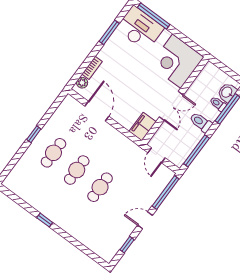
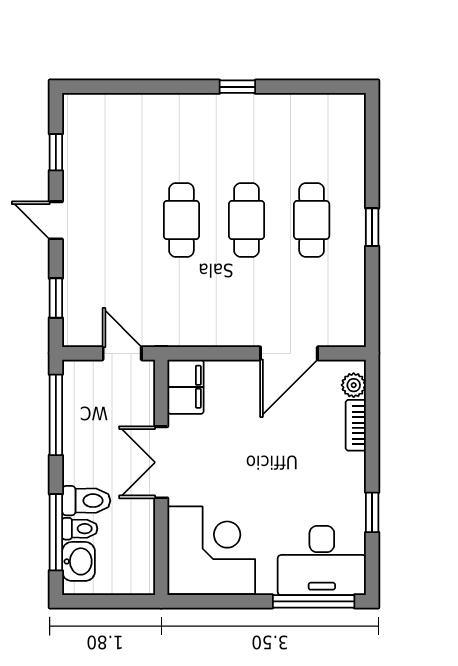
window: (109, 32) -> (372, 512), width x0.67
door: (97, 111) -> (289, 353), hinge flipped
toilet: (201, 122) -> (86, 501), moved
window: (166, 193) -> (56, 298), width x0.46
door: (145, 220) -> (56, 220), swing flipped

